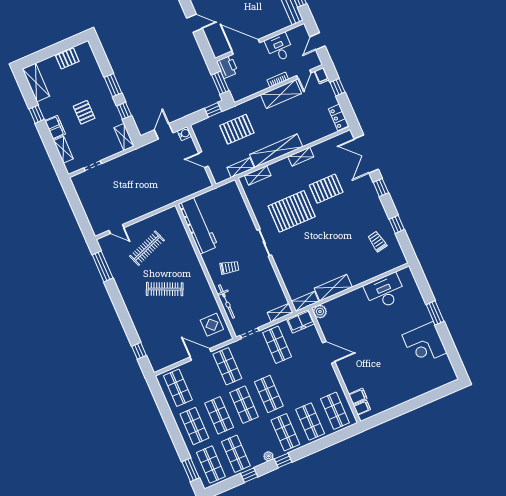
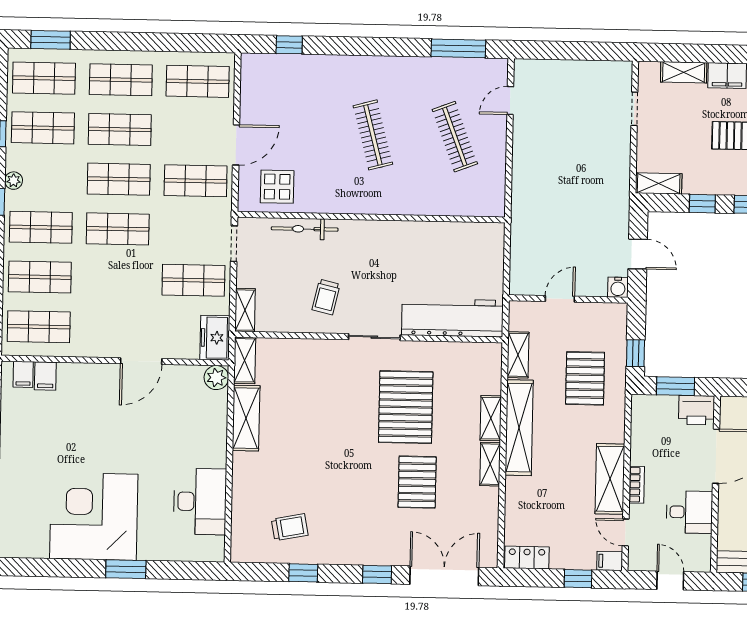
shelving: (258, 175) -> (491, 418), moved
workbench: (198, 225) -> (452, 318), moved, turned 180
trolley: (229, 267) -> (326, 297), moved
clothes rail: (165, 289) -> (373, 135), turned -39
corner desk: (424, 344) -> (94, 516), width x1.36, depth x1.36

